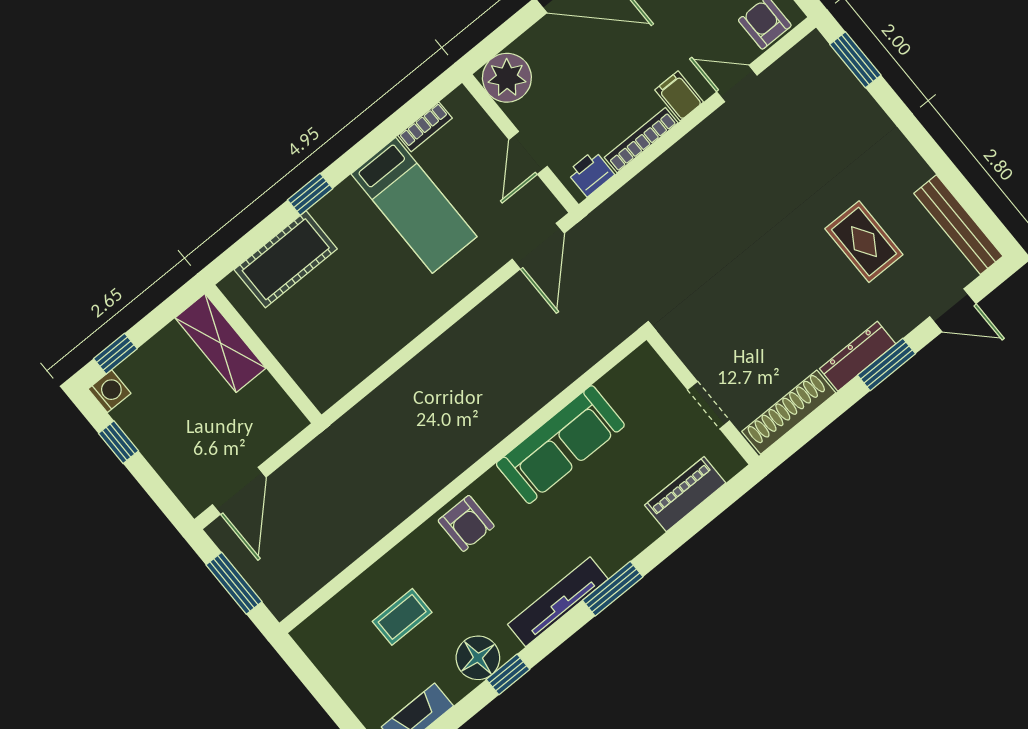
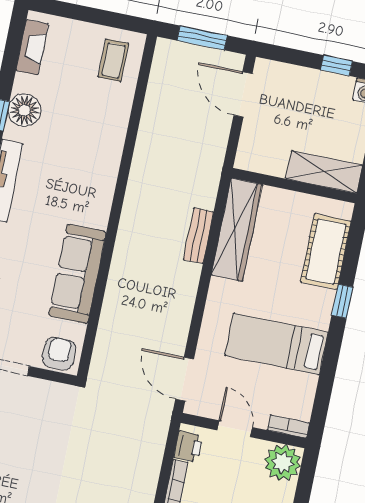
bookcase: (425, 127) -> (288, 426), moved, turned 90
wardrobe: (359, 356) -> (237, 230), added
bench: (404, 382) -> (198, 236), added
armchair: (466, 523) -> (59, 354), moved, turned 90
coffee table: (402, 617) -> (113, 60), moved

